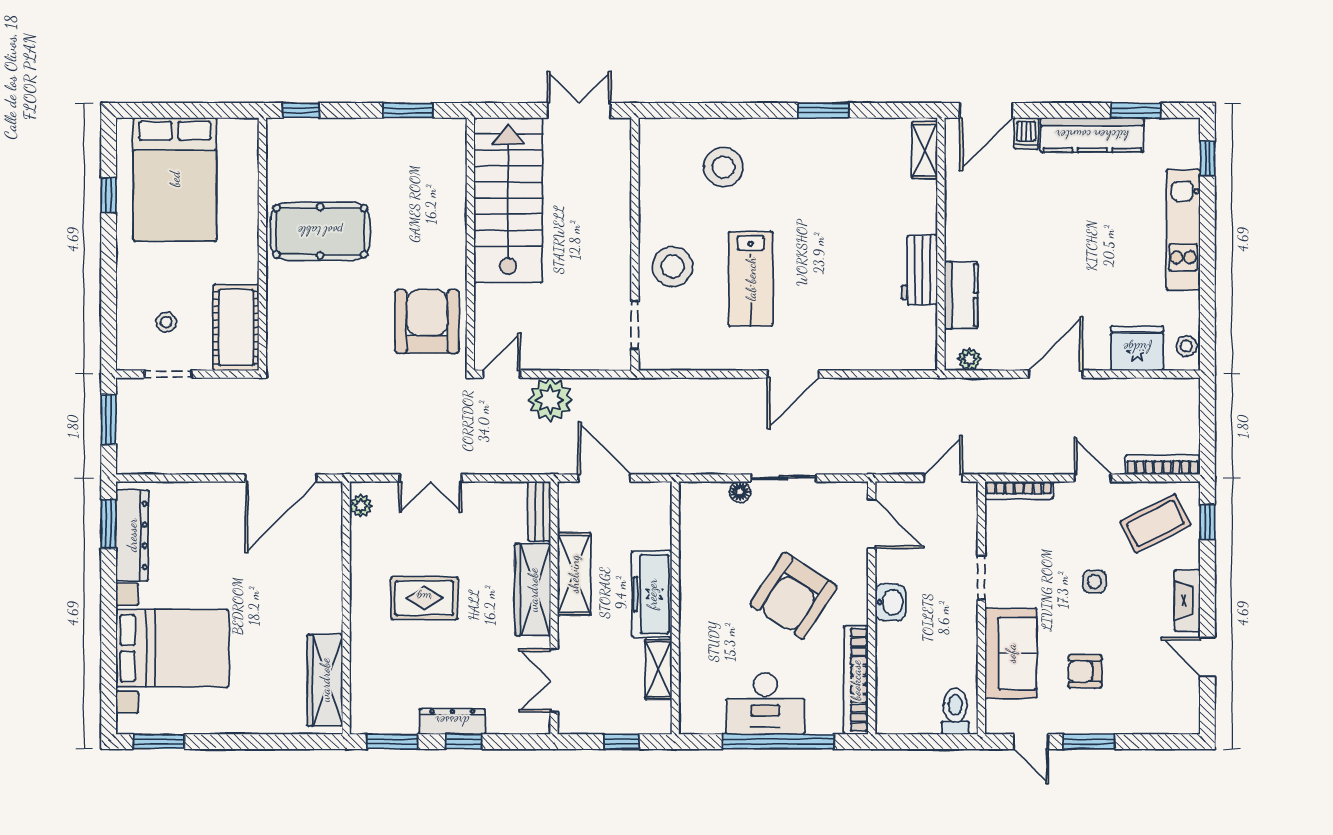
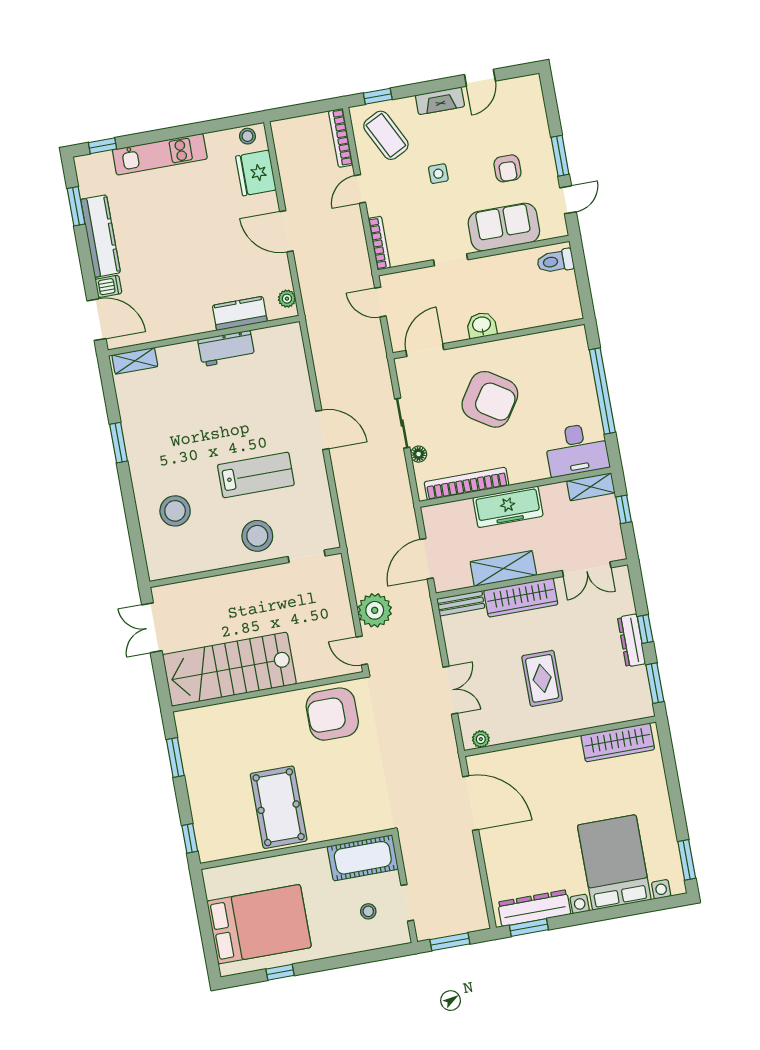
shelving: (658, 669) -> (591, 487), moved
bookcase: (856, 680) -> (466, 484), moved, turned 180
desk: (765, 704) -> (577, 449), moved, turned 90

